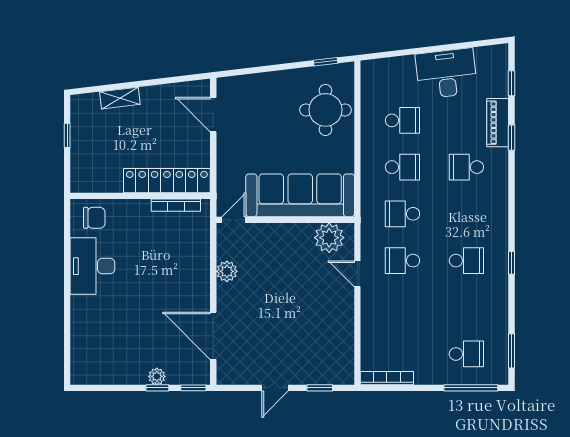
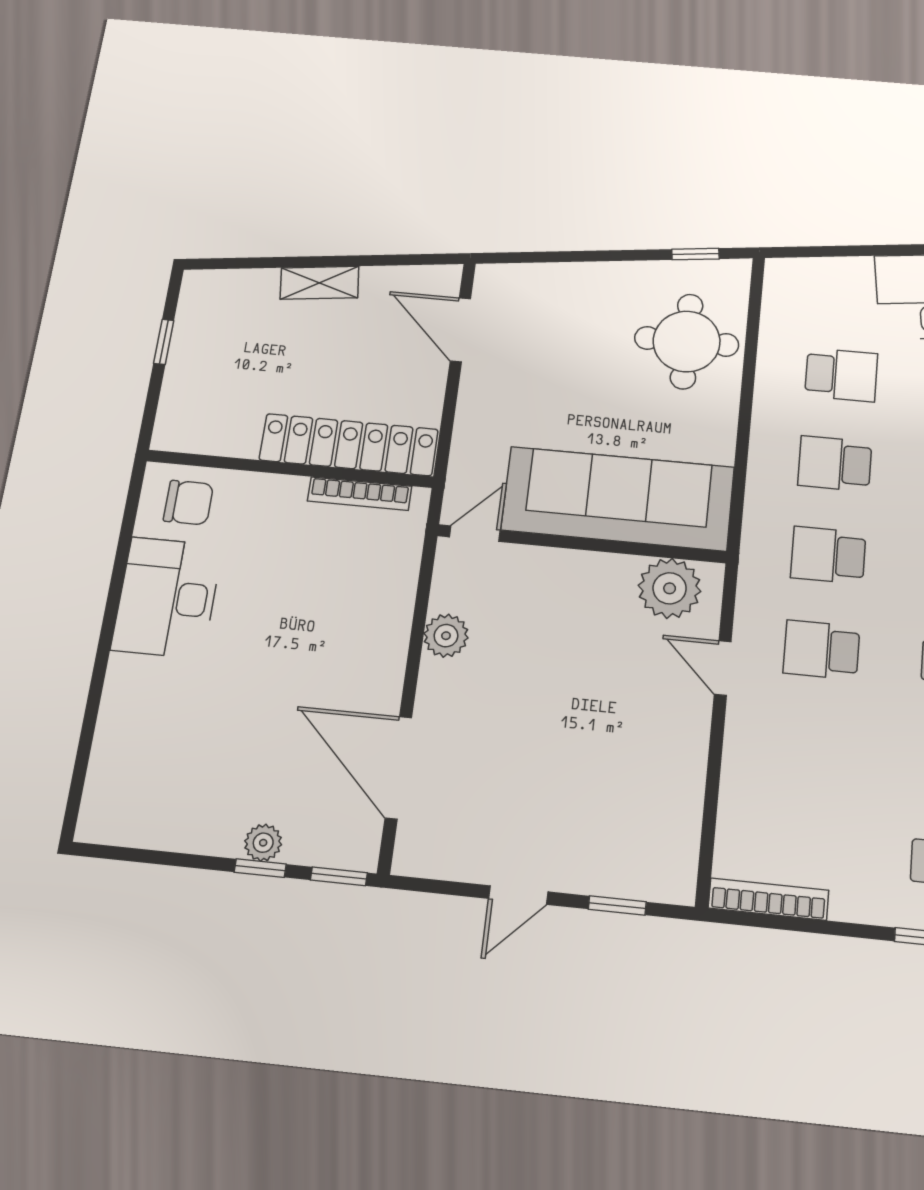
shelving: (120, 98) -> (320, 283), moved
school desk: (402, 167) -> (835, 464), turned 180

